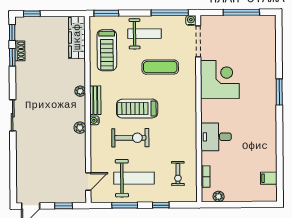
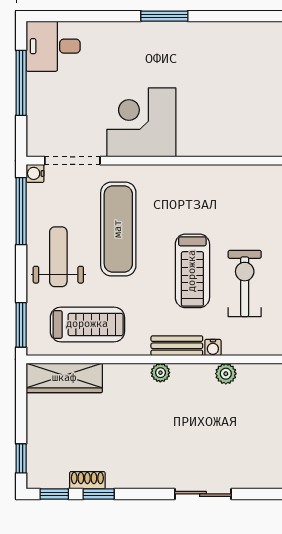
exercise mat: (160, 67) -> (118, 229), width x1.36, depth x1.45
desk: (216, 137) -> (53, 46), moved, turned 90

